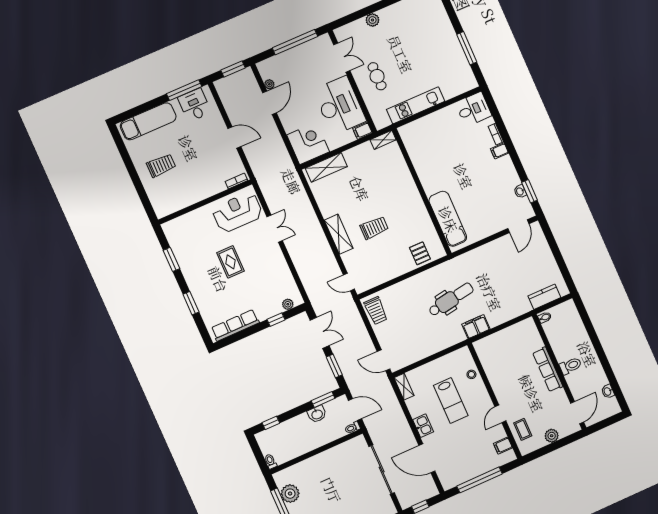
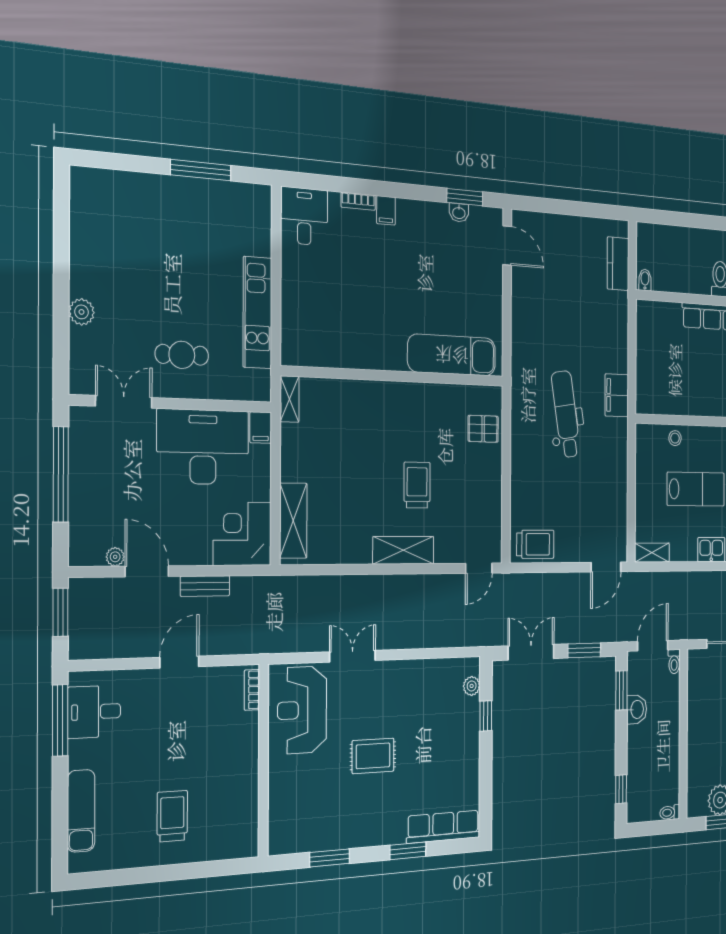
exam couch: (148, 121) -> (81, 811), width x0.73, depth x0.69
bench: (275, 135) -> (205, 586), added
row of seats: (235, 325) -> (443, 827), moved, turned 90

